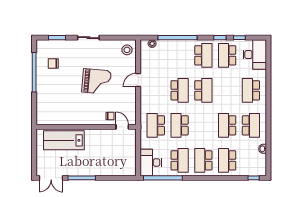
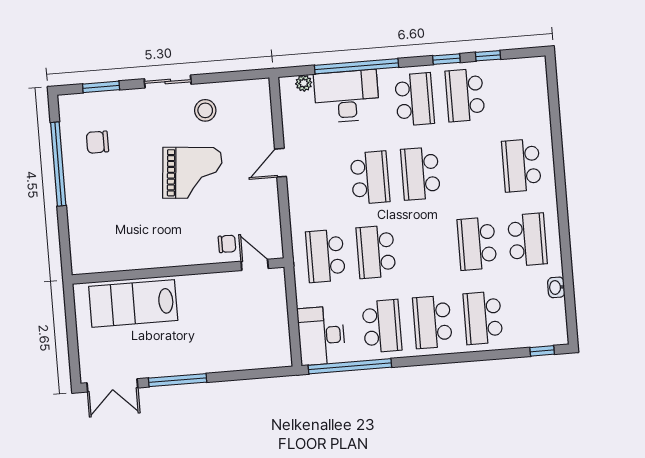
stool: (127, 50) -> (205, 110), moved
desk: (255, 55) -> (347, 96), moved, turned -90
school desk: (203, 90) -> (420, 174), turned 180

